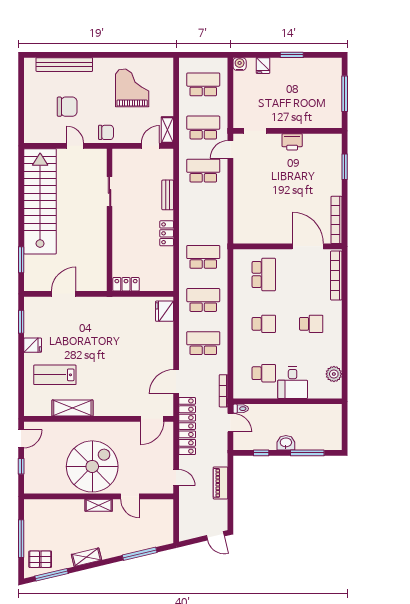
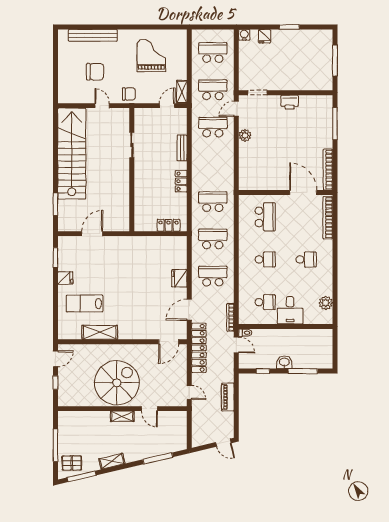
window: (345, 167) -> (335, 124), width x1.44
plant: (240, 180) -> (245, 135), added
locker: (126, 284) -> (169, 225), moved
fridge: (165, 311) -> (179, 278), moved

